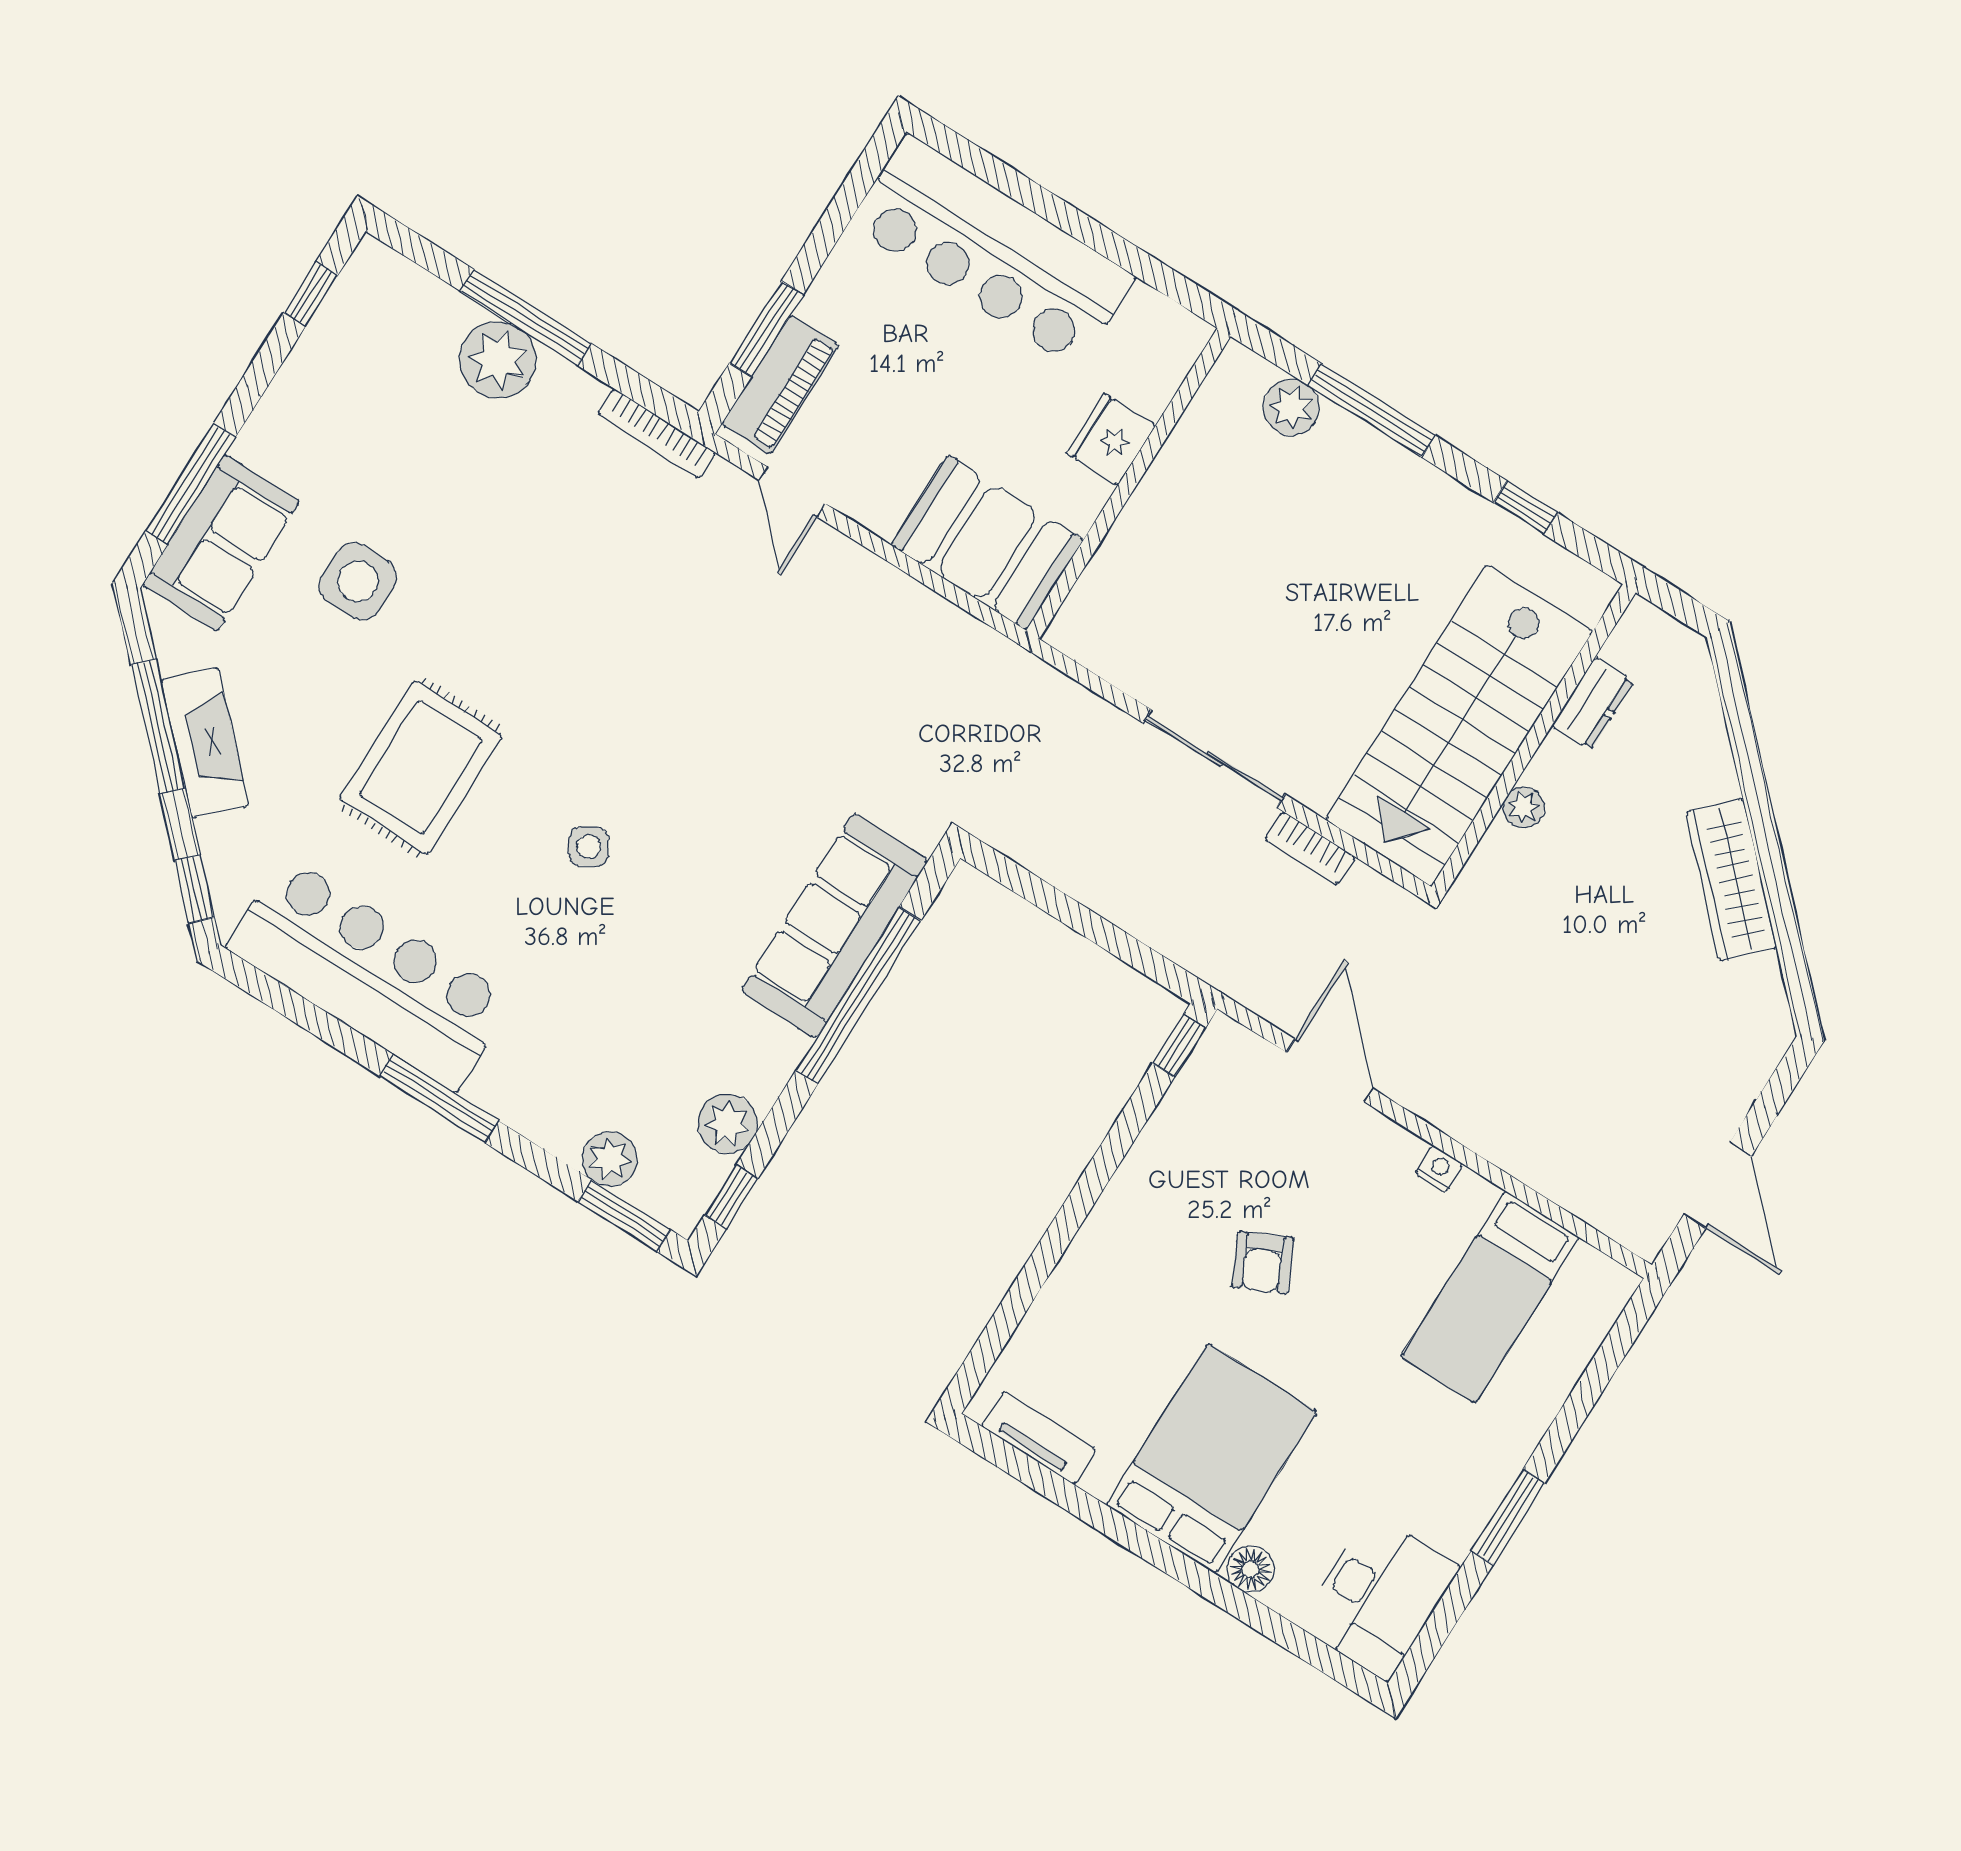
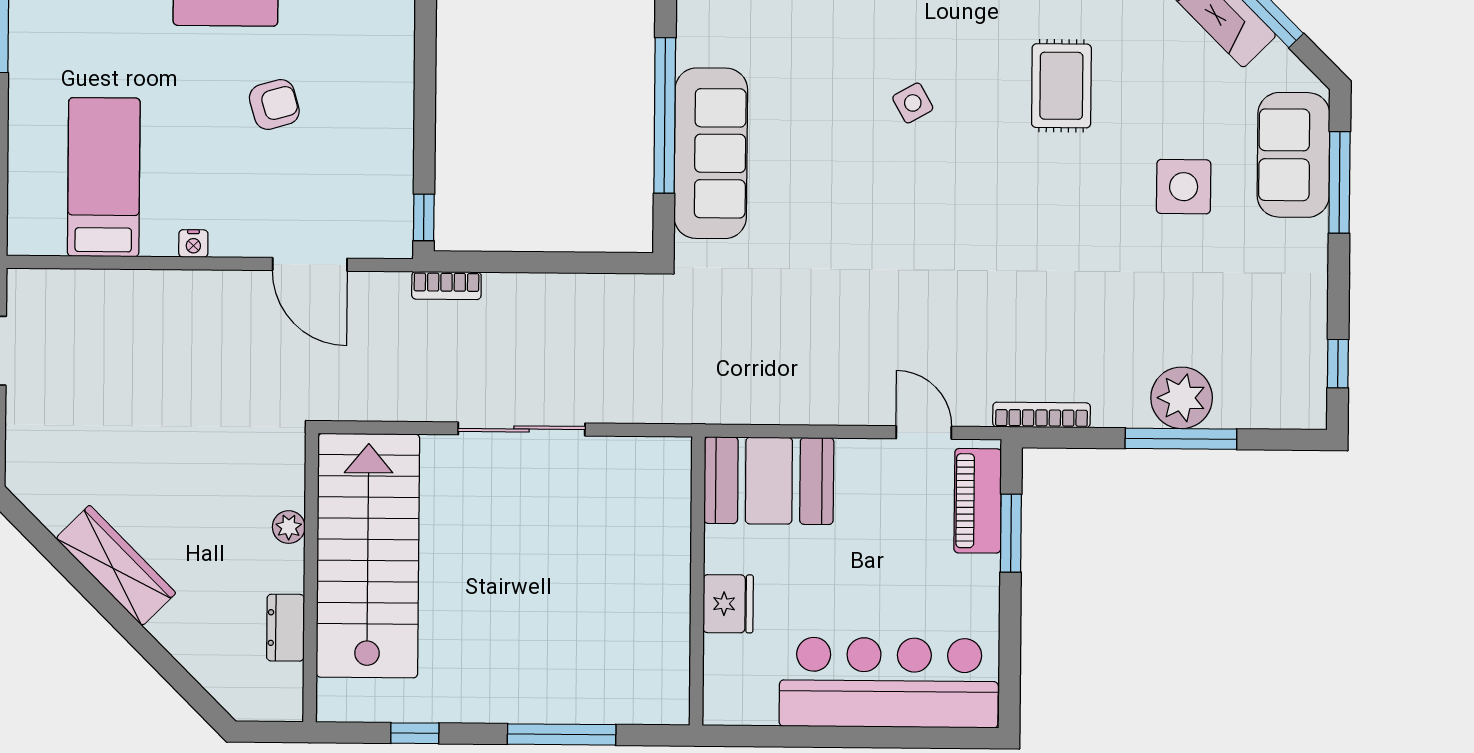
plant: (1291, 407) -> (618, 702), removed
rug: (421, 768) -> (1061, 86), width x0.73, depth x0.70
bookcase: (1310, 848) -> (446, 286), moved, turned 180
armchair: (1263, 1262) -> (274, 104), turned 99

